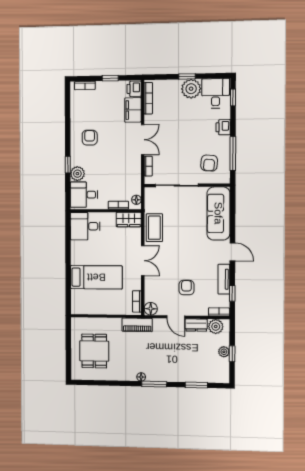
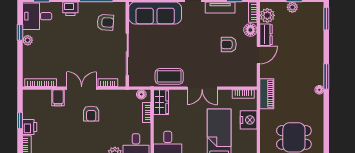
window: (187, 76) -> (20, 32), moved
printer: (134, 89) -> (30, 127), moved, turned -90
plant: (191, 89) -> (28, 40), width x0.53, depth x0.53
filing cabinet: (133, 110) -> (58, 98), width x0.50
armchair: (90, 138) -> (91, 114), moved, turned -90
double door: (143, 261) -> (202, 88), swing flipped
nightstand: (111, 306) -> (249, 120), added
floor lamp: (151, 309) -> (250, 30), moved
window: (196, 385) -> (326, 19), moved

